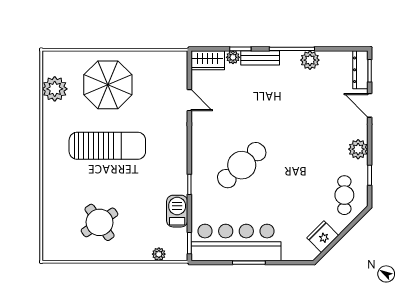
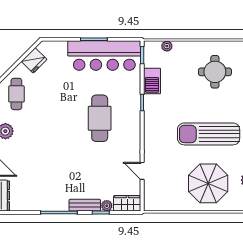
plant: (310, 60) -> (44, 203), removed
cafe table: (242, 165) -> (100, 118), turned -48
round table: (100, 222) -> (215, 72), turned 35

